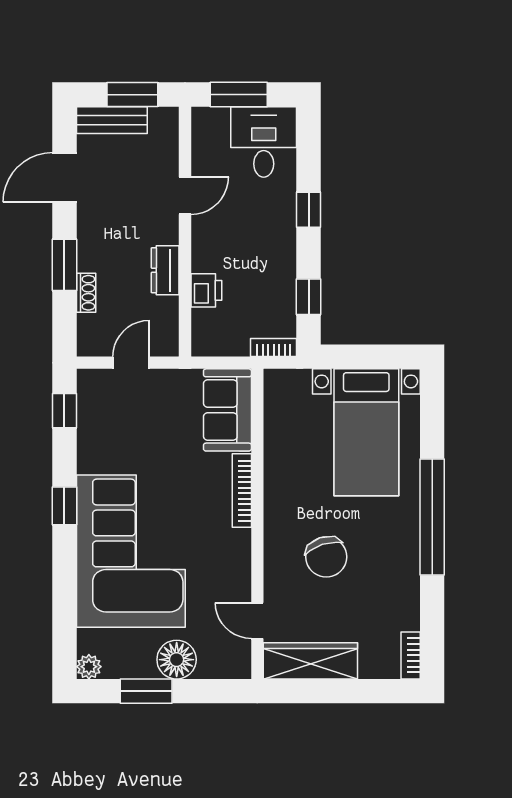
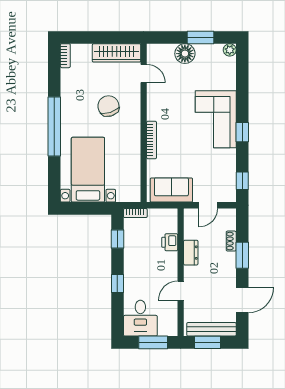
bench: (112, 120) -> (211, 329), width x1.36
sofa: (227, 410) -> (171, 190), moved, turned -90
corner sofa: (131, 551) -> (216, 119), width x0.73, depth x0.74

